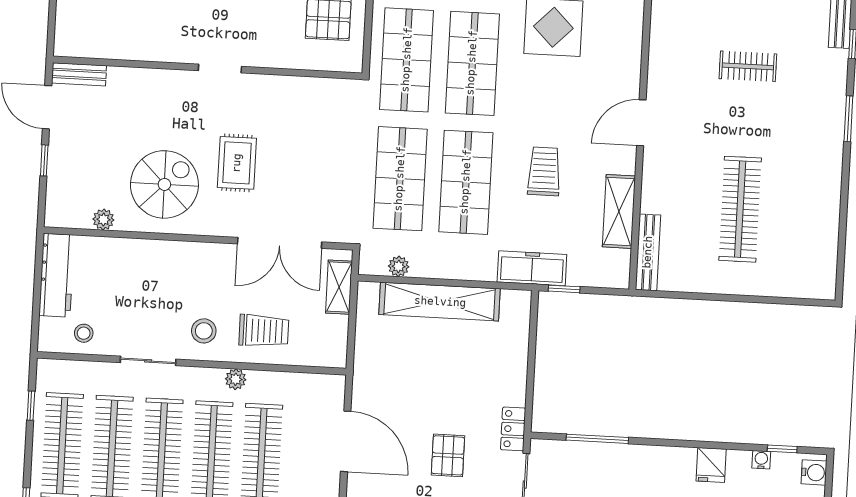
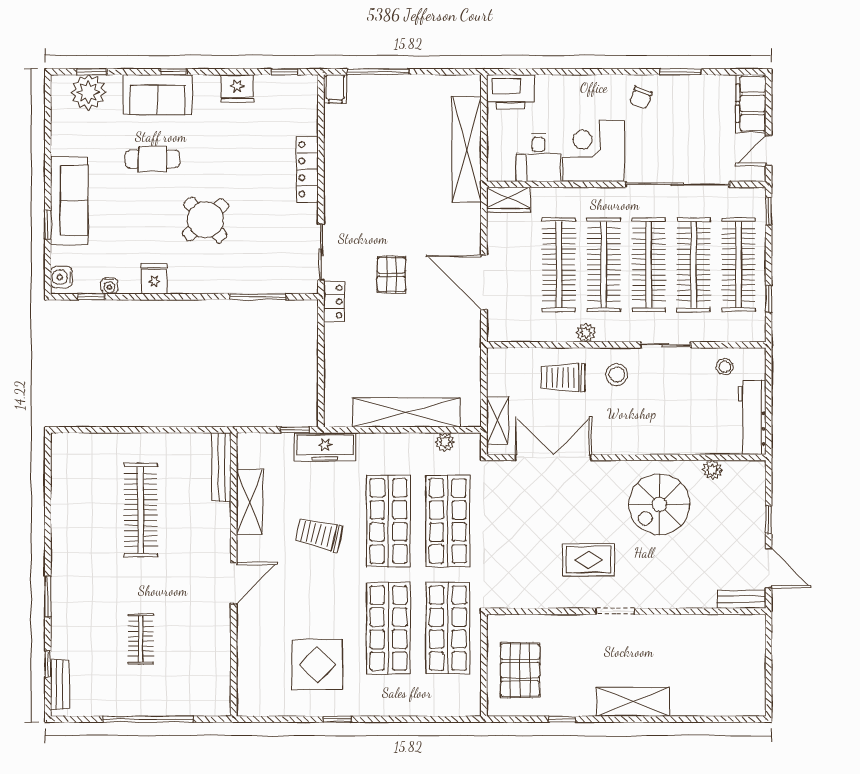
clothes rail: (748, 66) -> (141, 639), turned 90
rug: (237, 163) -> (588, 560), moved, turned 90
trolley: (544, 171) -> (319, 535), turned 103

